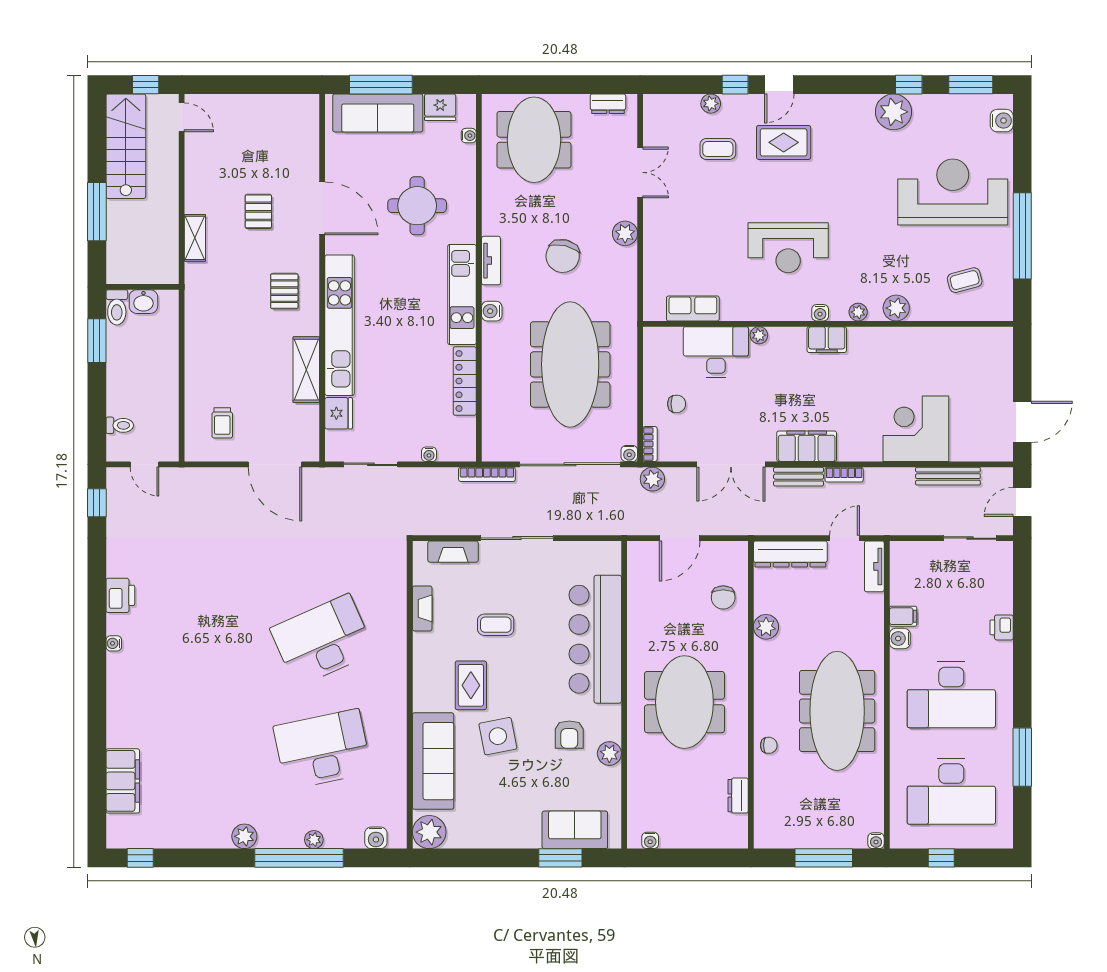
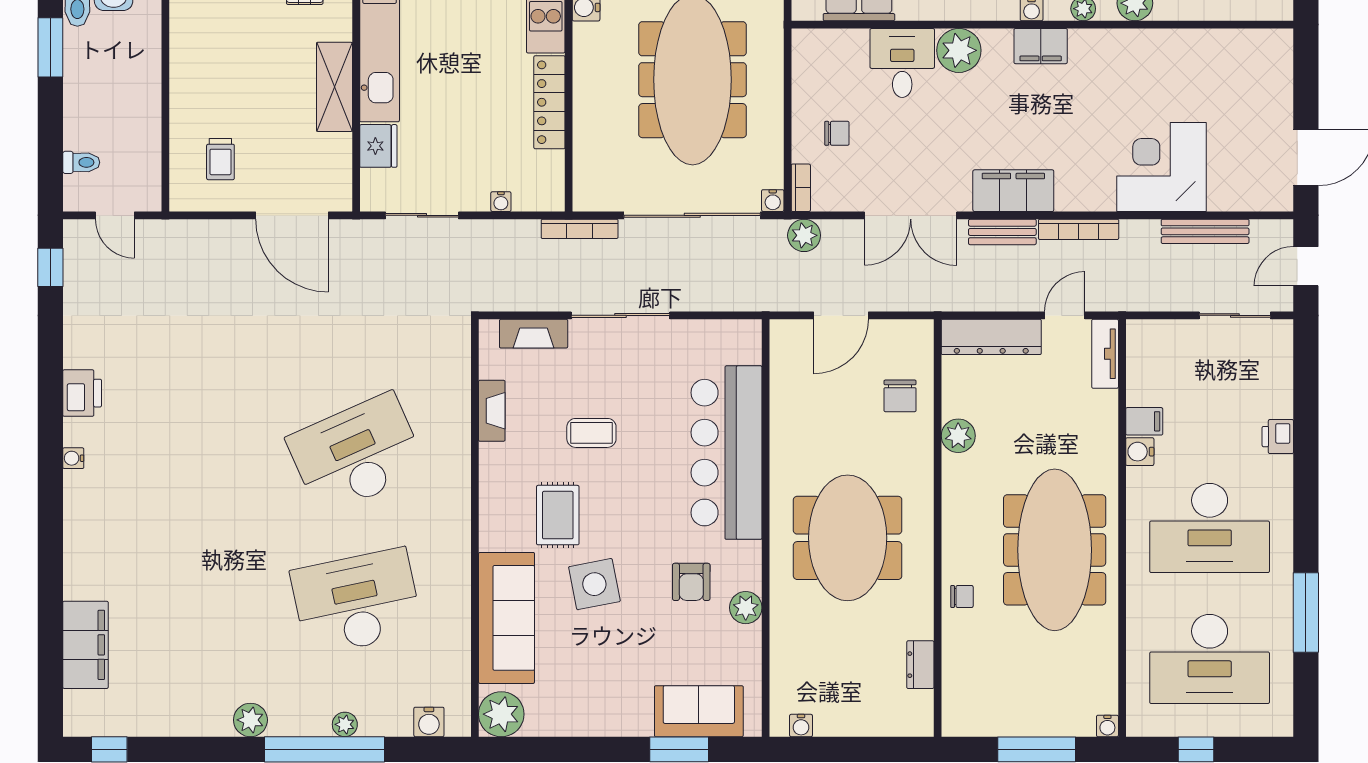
plant: (759, 335) -> (959, 50), width x1.88, depth x1.88
desk: (716, 352) -> (902, 63), width x0.73
bookcase: (844, 475) -> (1079, 229), width x1.56

